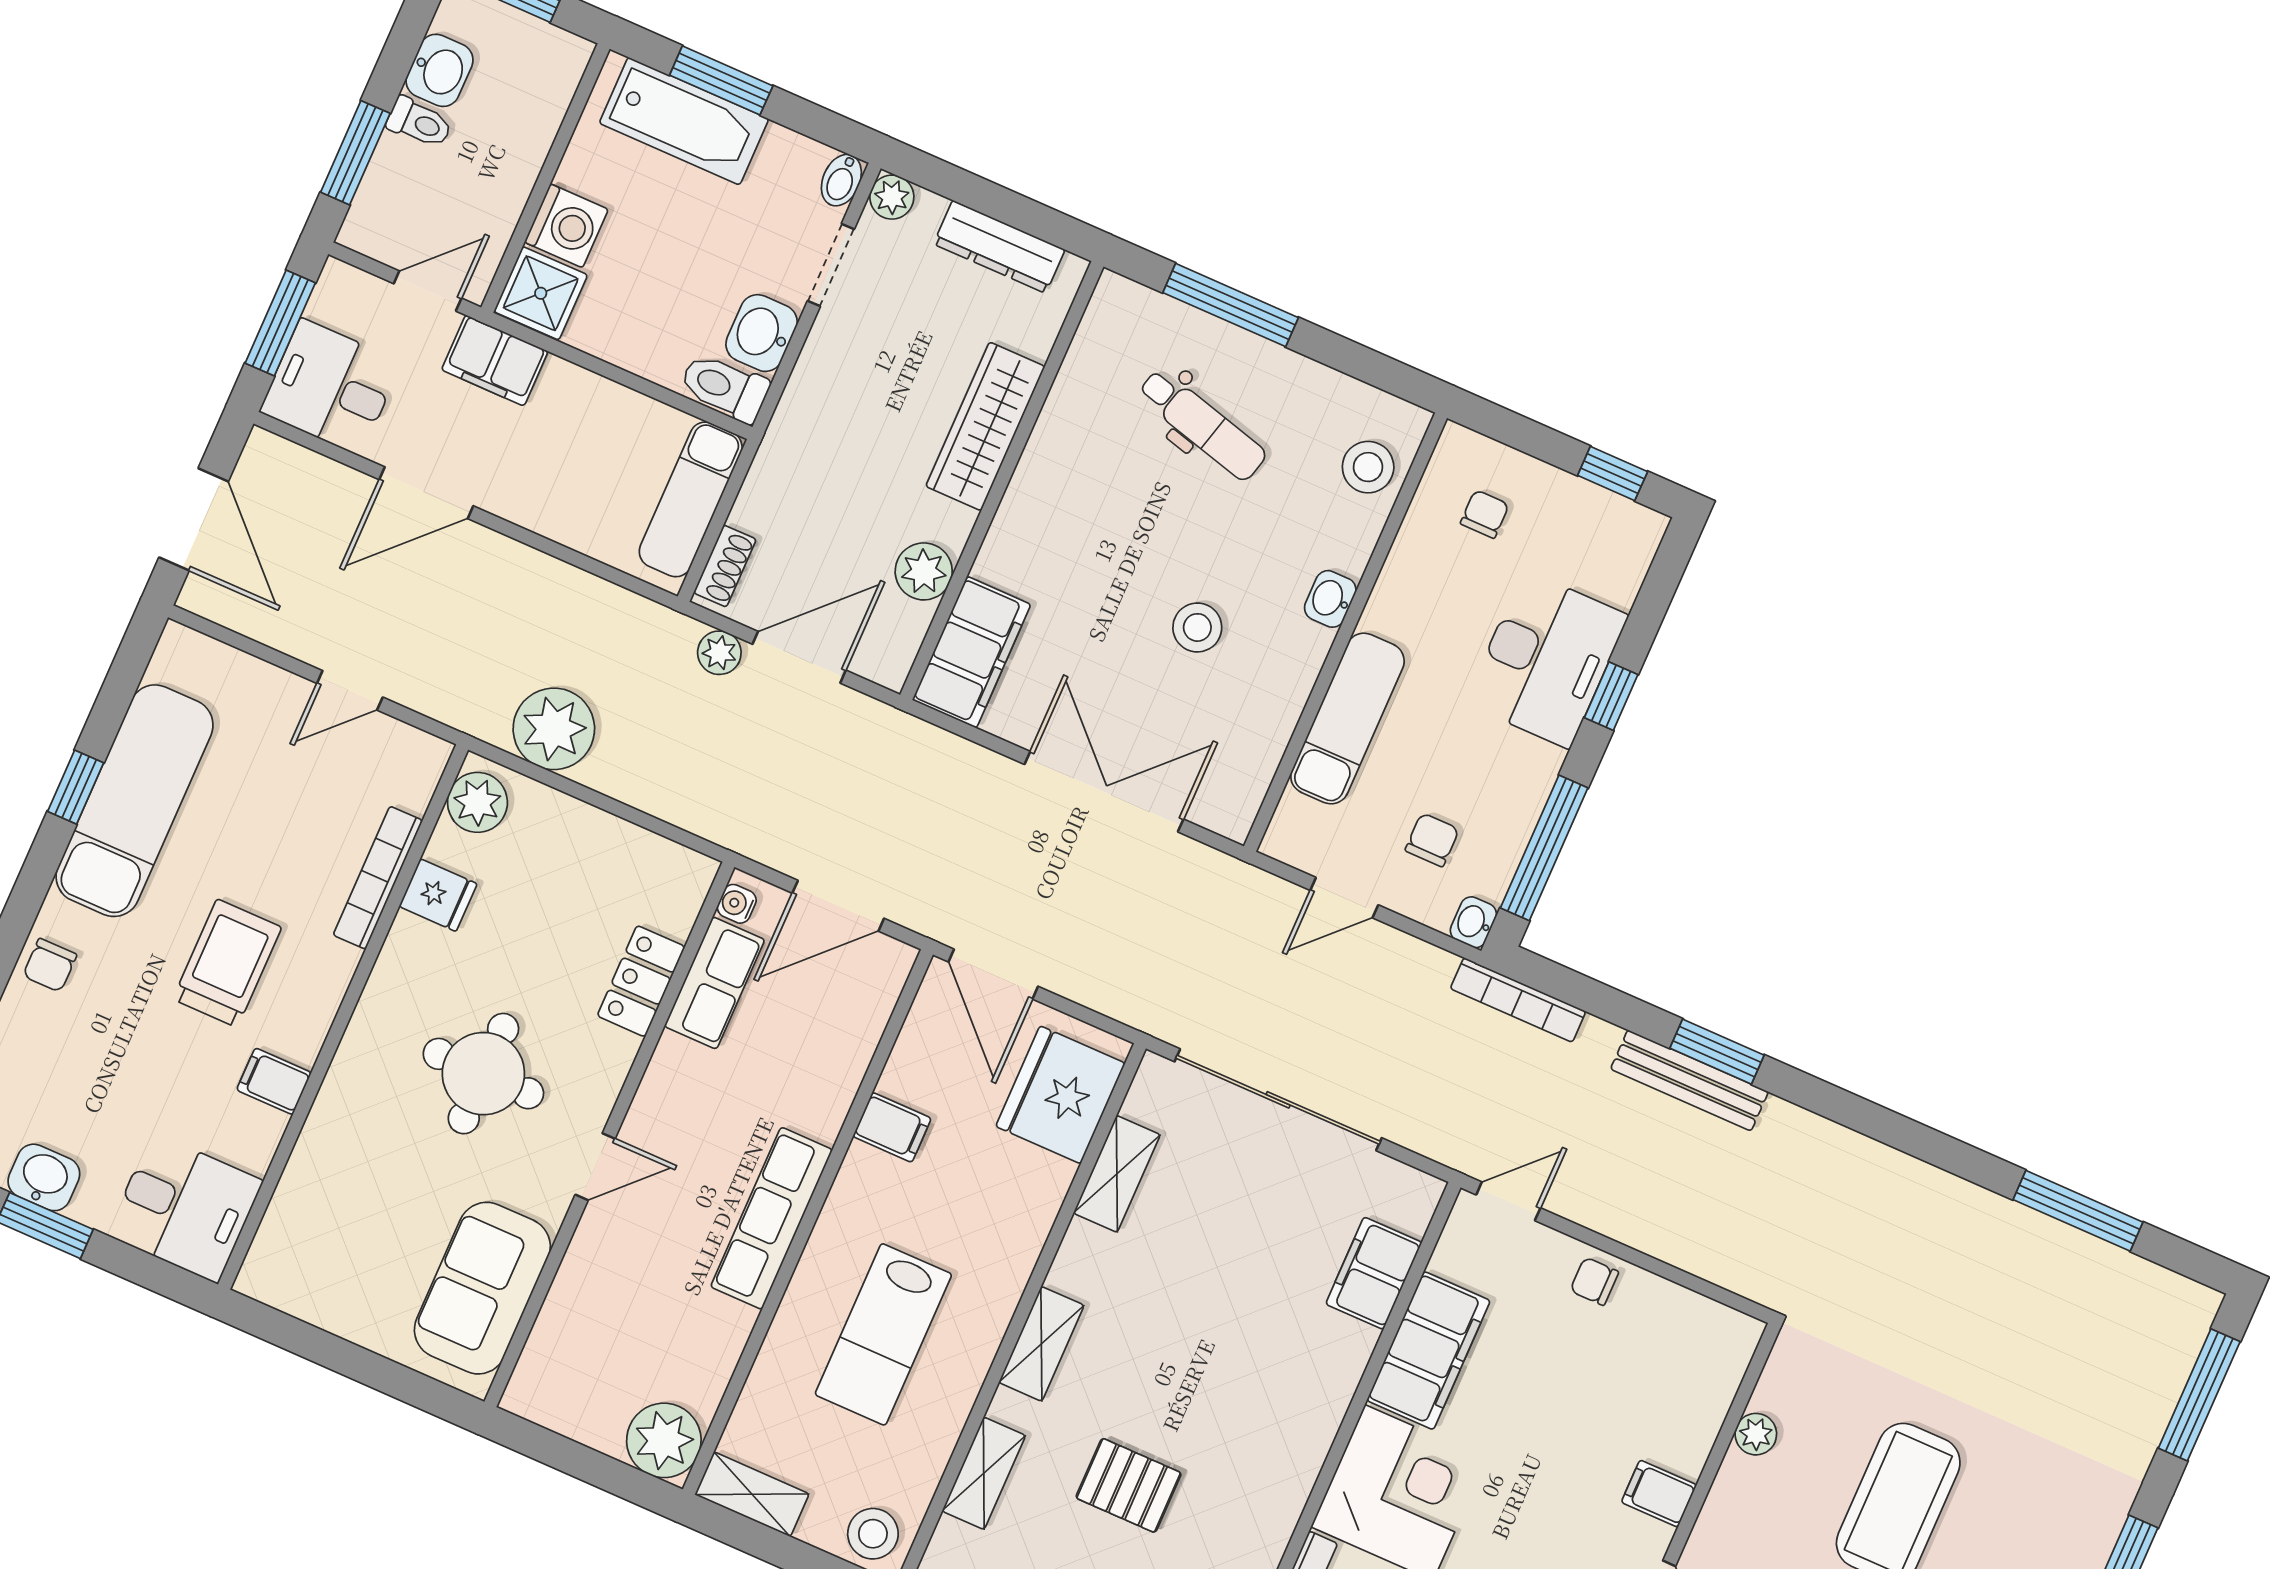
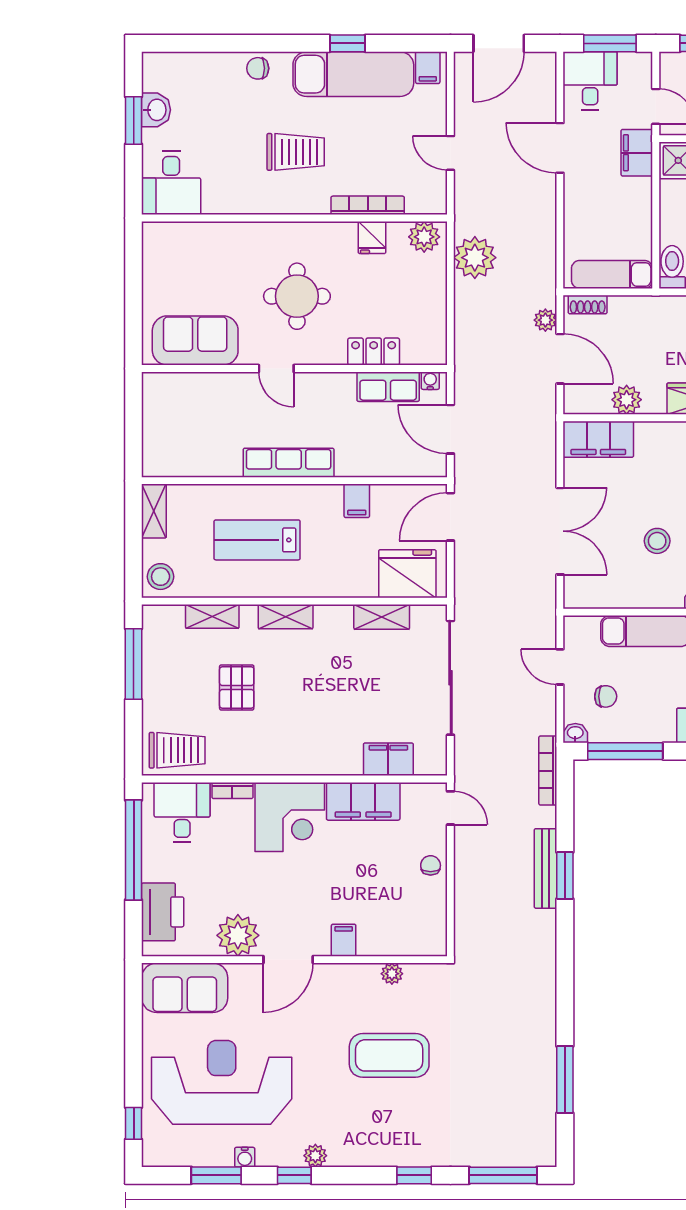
filing cabinet: (274, 1081) -> (428, 68), moved, turned 180
plant: (664, 1440) -> (161, 458), removed

